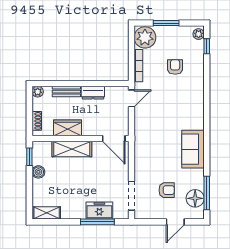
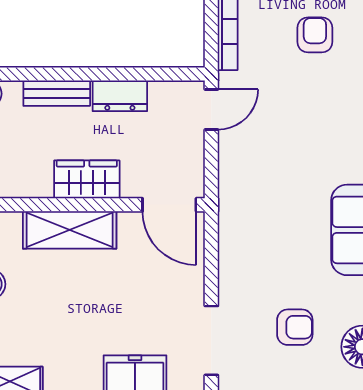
wardrobe: (68, 128) -> (87, 179), moved

